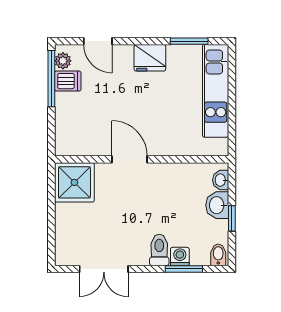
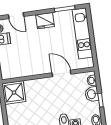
door: (130, 159) -> (62, 73), moved

